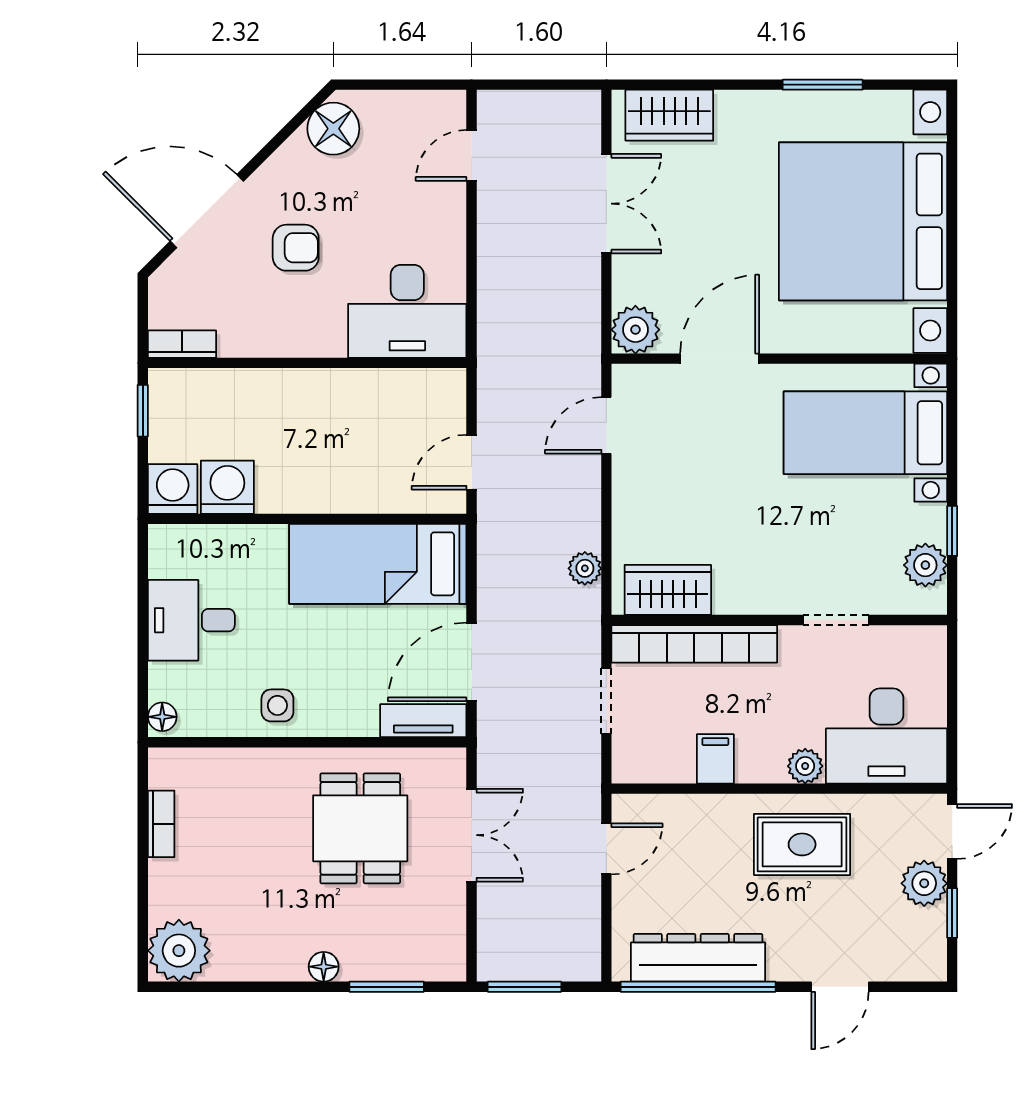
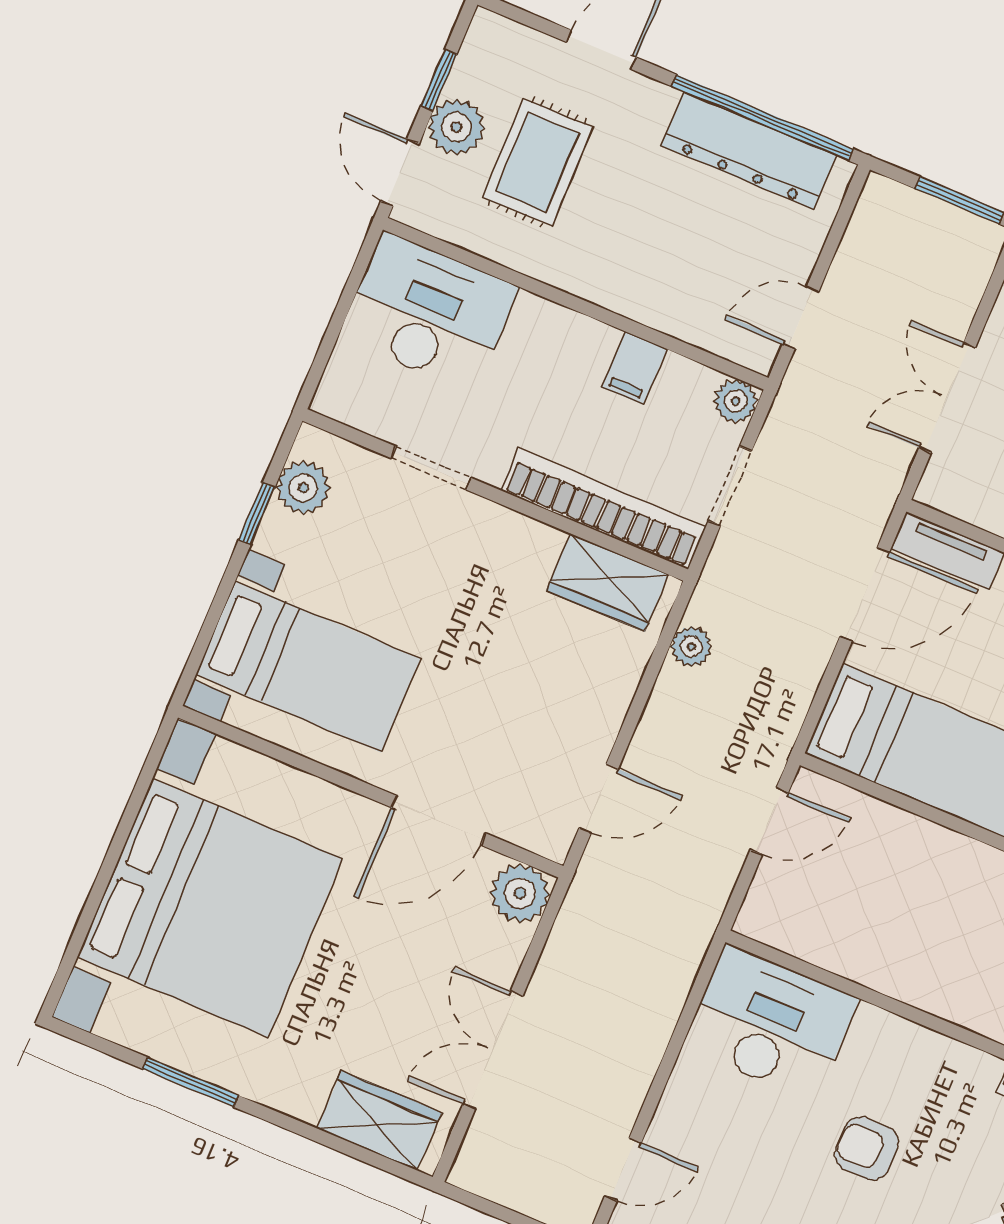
plant: (805, 766) -> (736, 401), moved
door: (952, 832) -> (400, 172), hinge flipped
rug: (802, 844) -> (537, 162), moved, turned 90

